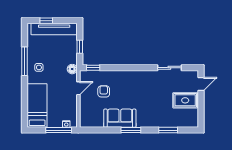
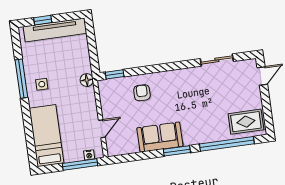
window: (80, 47) -> (93, 49), removed
door: (78, 88) -> (102, 129), moved
armchair: (104, 91) -> (142, 93), moved
rug: (185, 100) -> (246, 122), moved
window: (168, 130) -> (227, 144), width x2.11

